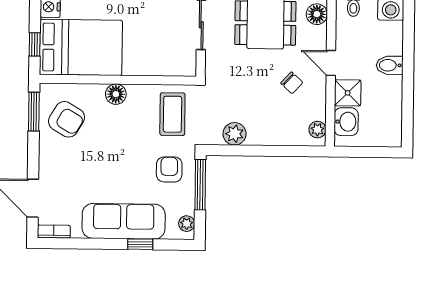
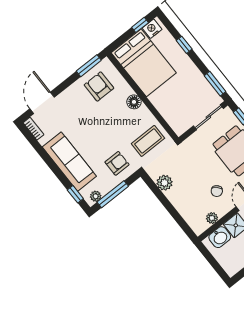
window: (35, 44) -> (140, 25), moved
armchair: (66, 119) -> (99, 86), turned 149
plant: (317, 130) -> (212, 218), moved
window: (200, 185) -> (113, 194), moved
window: (140, 244) -> (75, 194), moved

